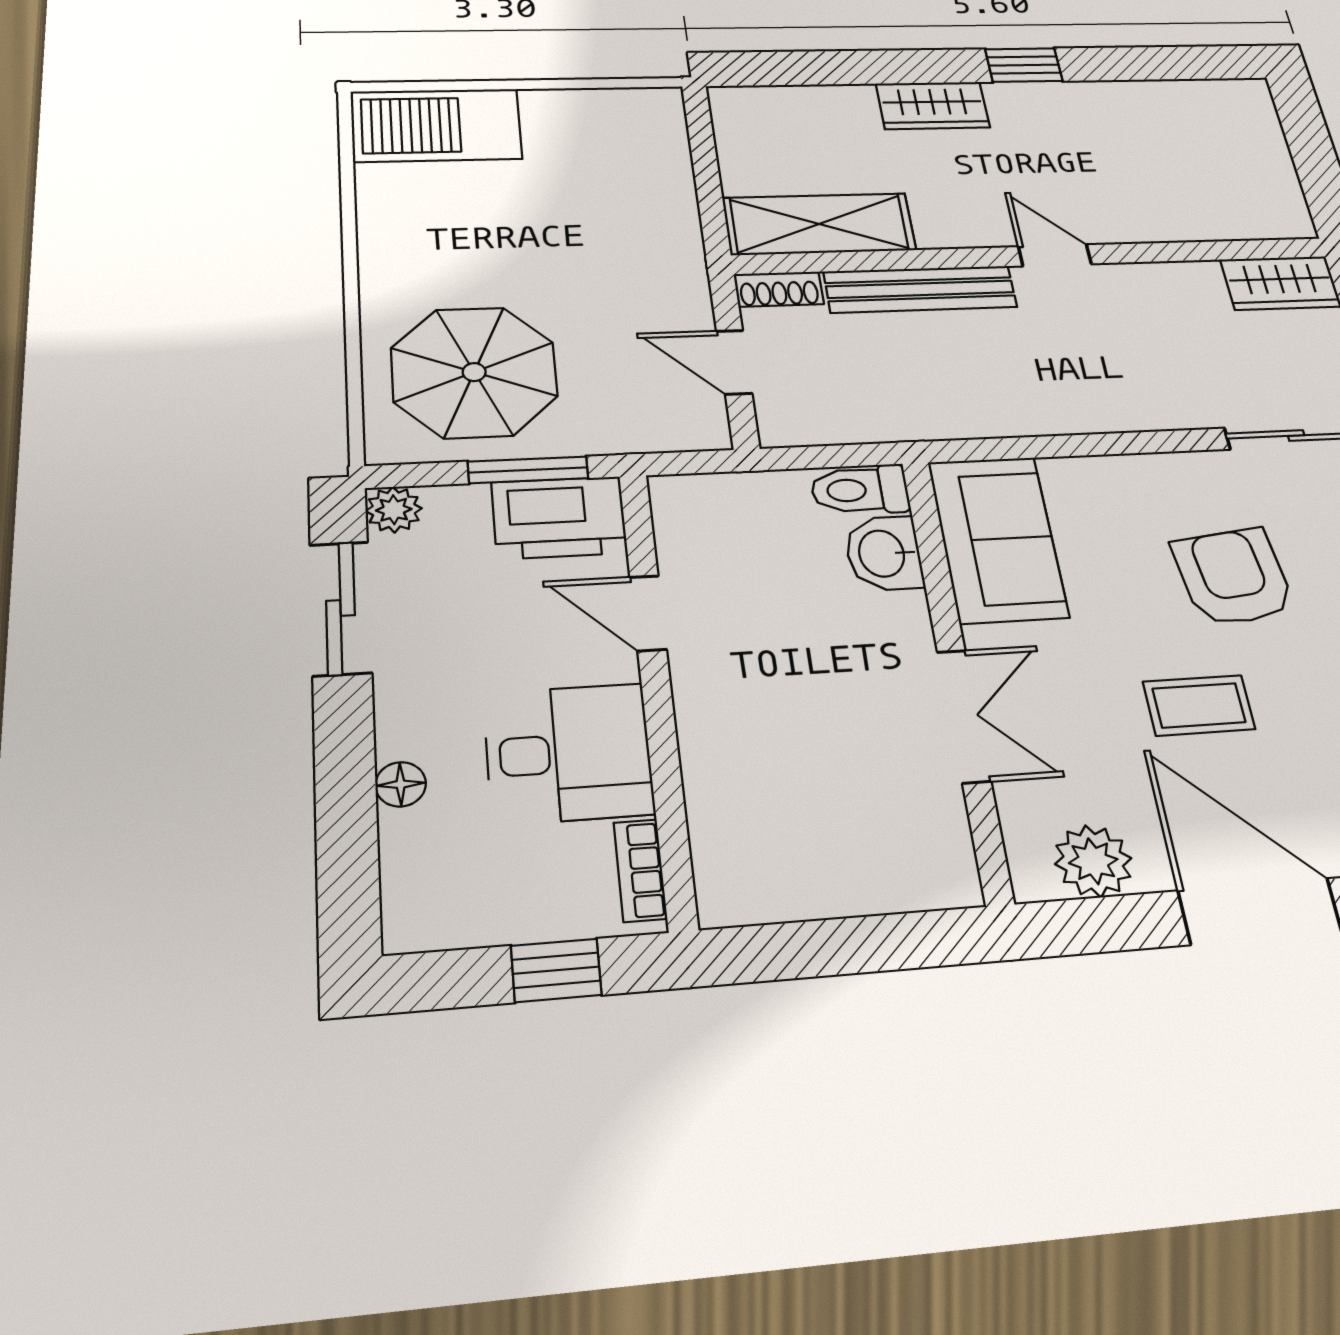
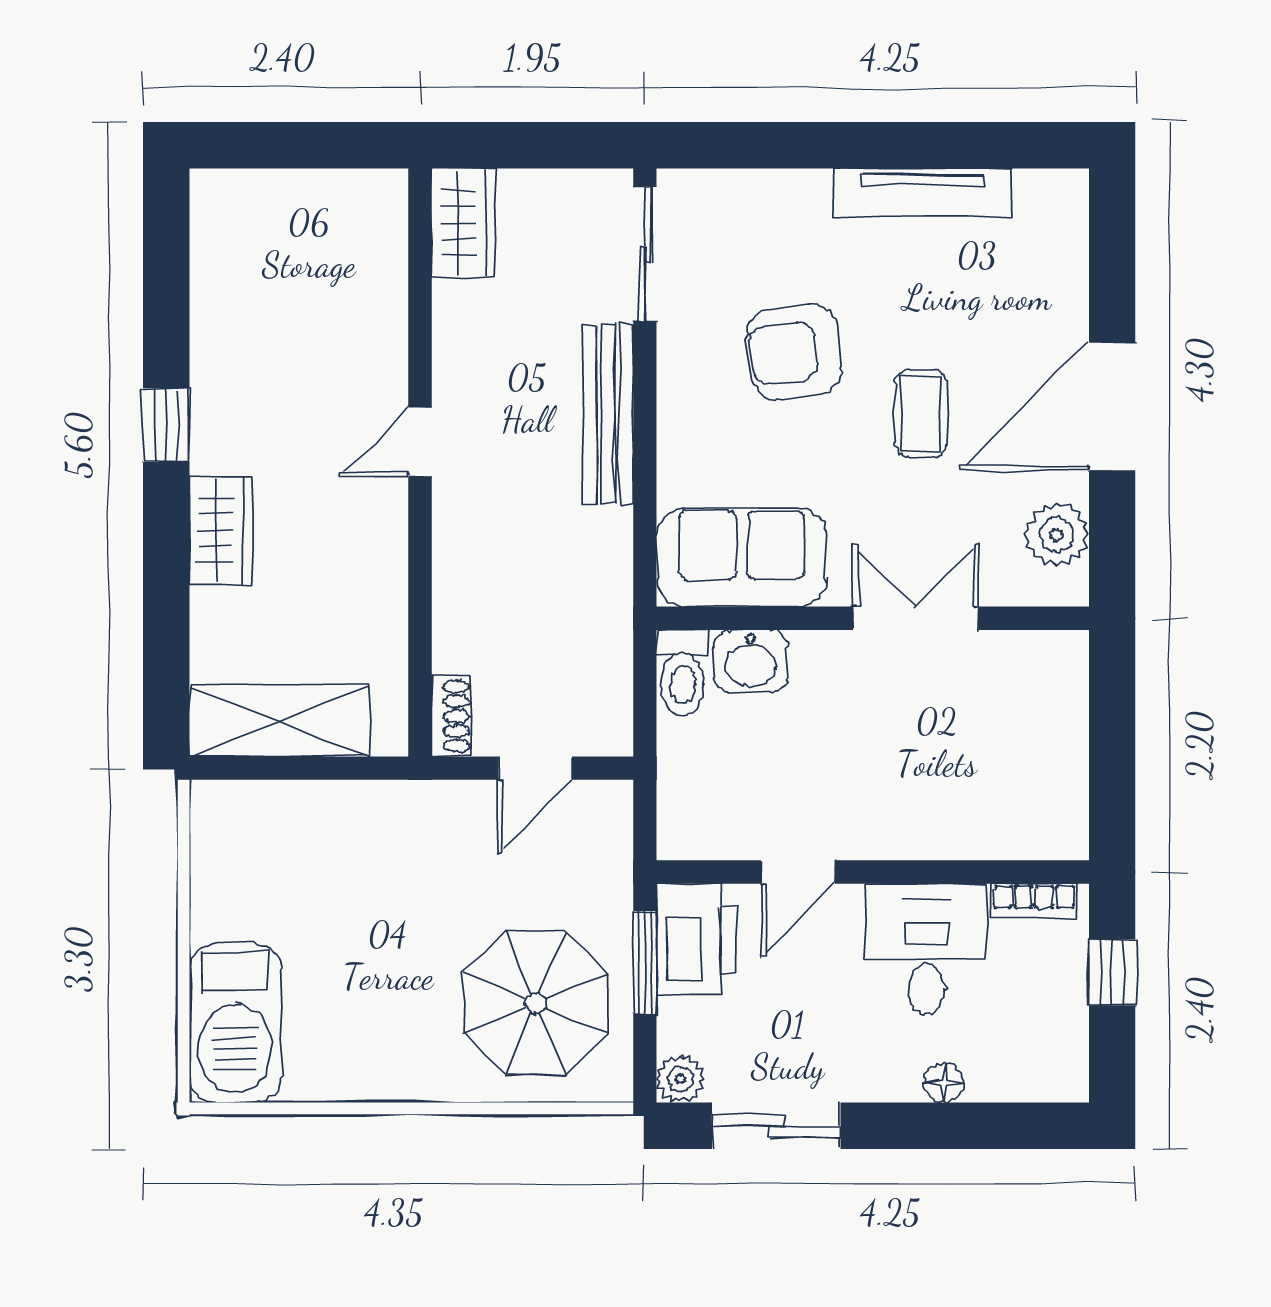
shelving: (819, 224) -> (279, 721), moved, turned 90
bench: (920, 289) -> (608, 414), moved

